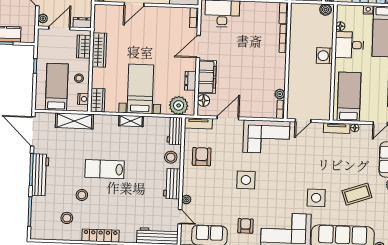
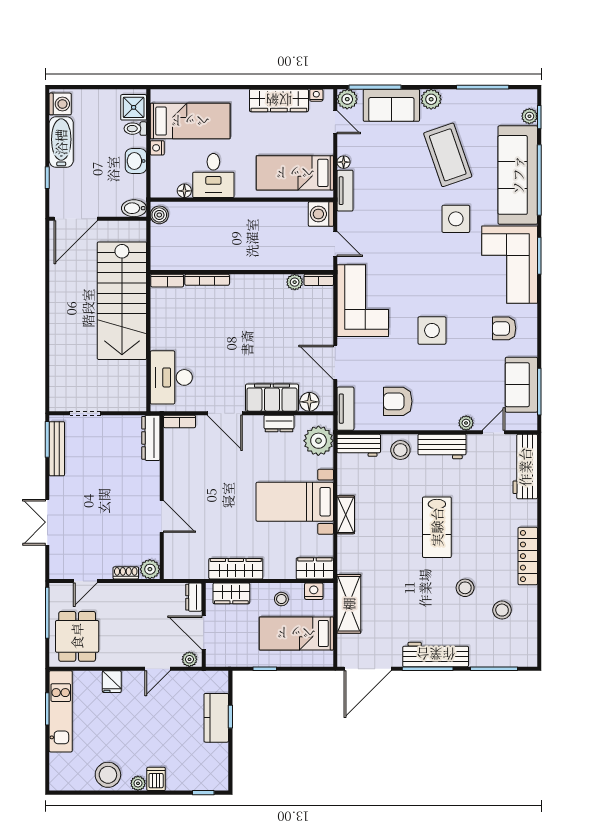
washing machine: (324, 56) -> (321, 214), moved, turned 90
lab bench: (105, 169) -> (437, 527), moved
coffee table: (357, 194) -> (448, 155), width x1.36, depth x1.32

